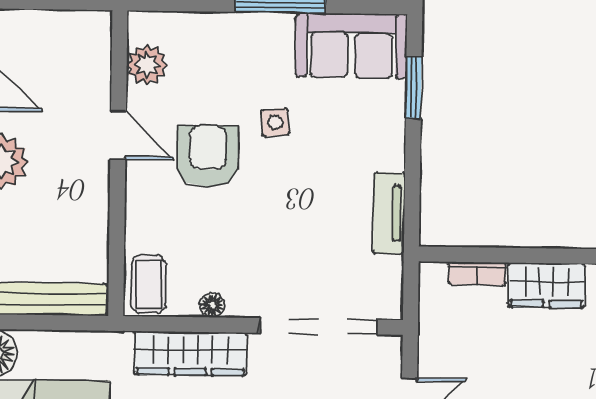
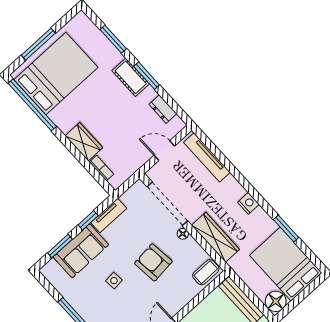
sofa: (351, 46) -> (81, 251), moved, turned 90
armchair: (208, 156) -> (153, 262), moved, turned 84
window: (412, 172) -> (88, 220), added
floor lamp: (212, 305) -> (183, 234), moved

